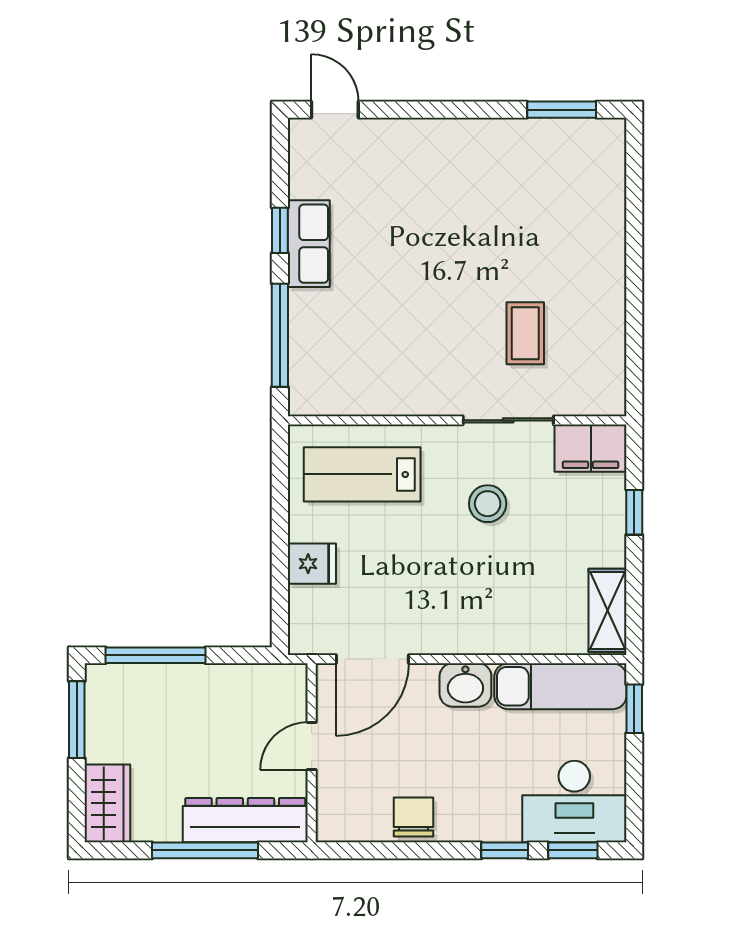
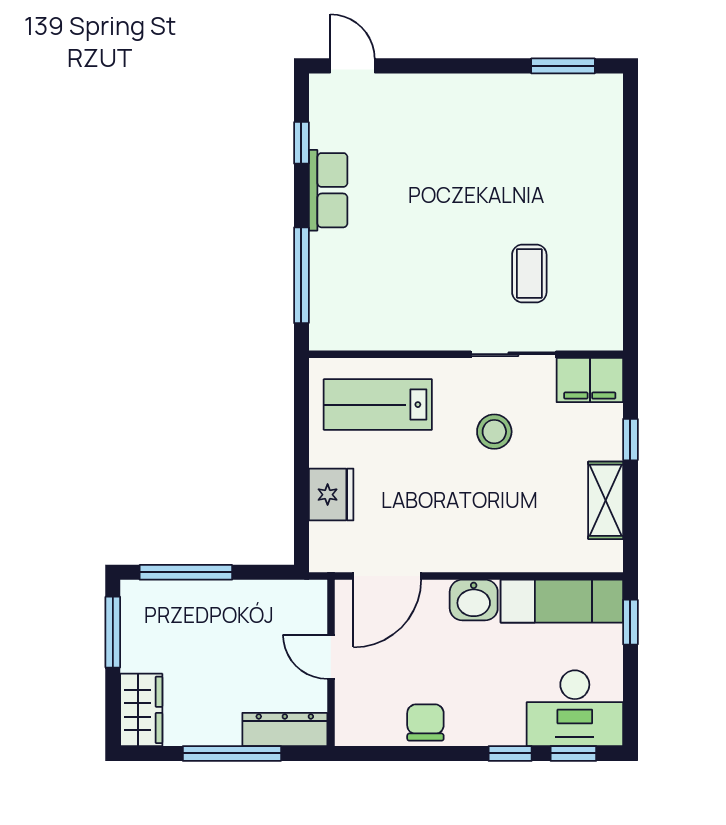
window: (280, 230) -> (301, 143), moved
fridge: (312, 564) -> (331, 495), width x1.38
shelving: (607, 610) -> (606, 500), moved
door: (312, 746) -> (331, 657), hinge flipped
dresser: (245, 820) -> (285, 729), width x0.73, depth x0.80

